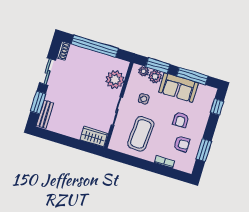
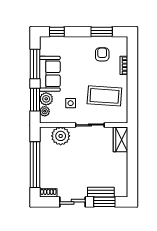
bench: (45, 114) -> (101, 192), moved
armchair: (181, 120) -> (79, 62), removed

